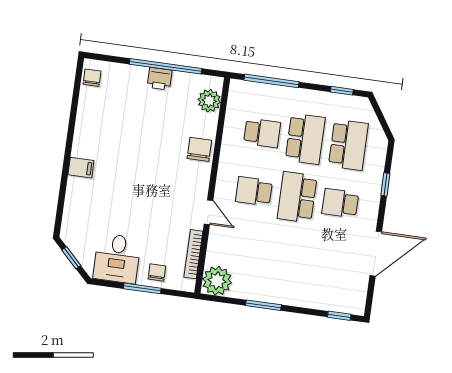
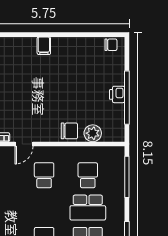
plant: (209, 101) -> (93, 133), moved
school desk: (262, 133) -> (88, 175), turned 180
school desk: (297, 197) -> (44, 208), removed

